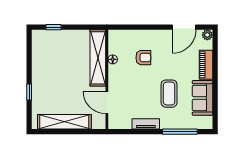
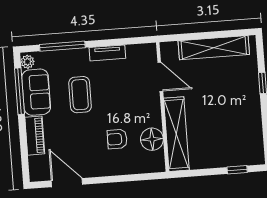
door: (184, 27) -> (67, 183), hinge flipped
plant: (207, 35) -> (27, 62), moved
floor lamp: (113, 59) -> (152, 139), width x1.89, depth x1.89
window: (215, 100) -> (20, 91), added

